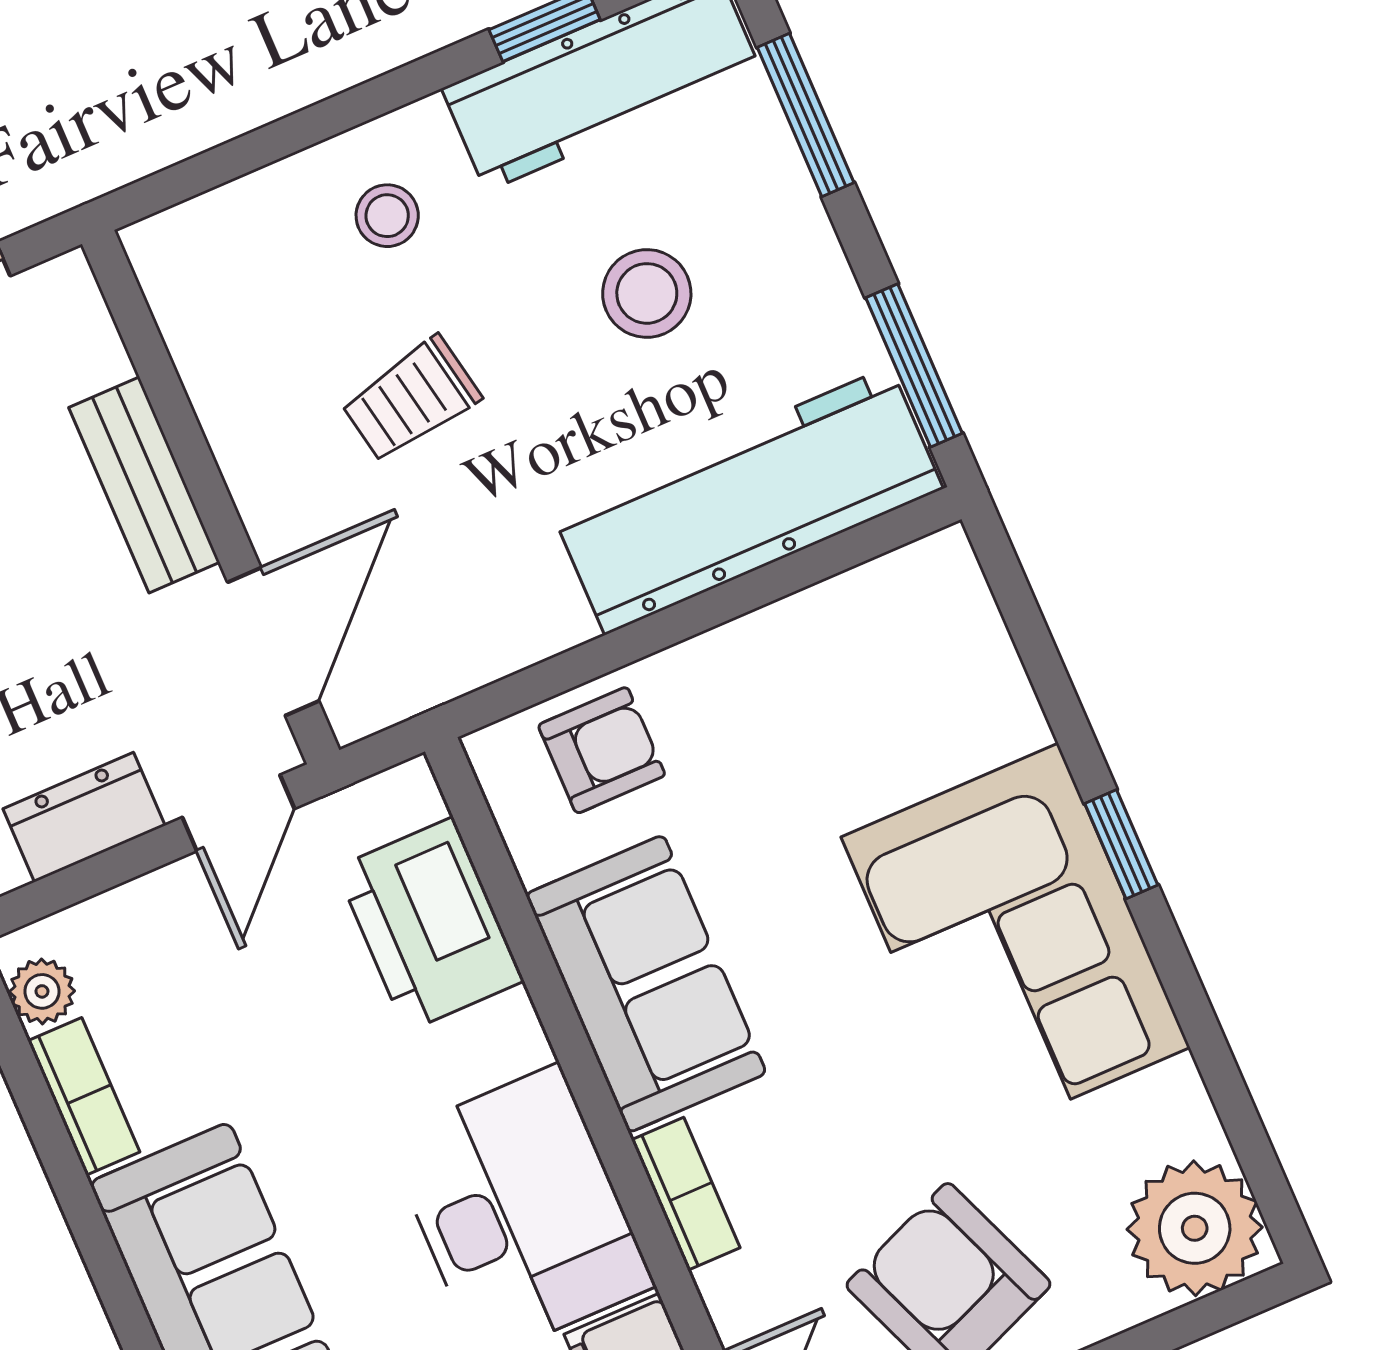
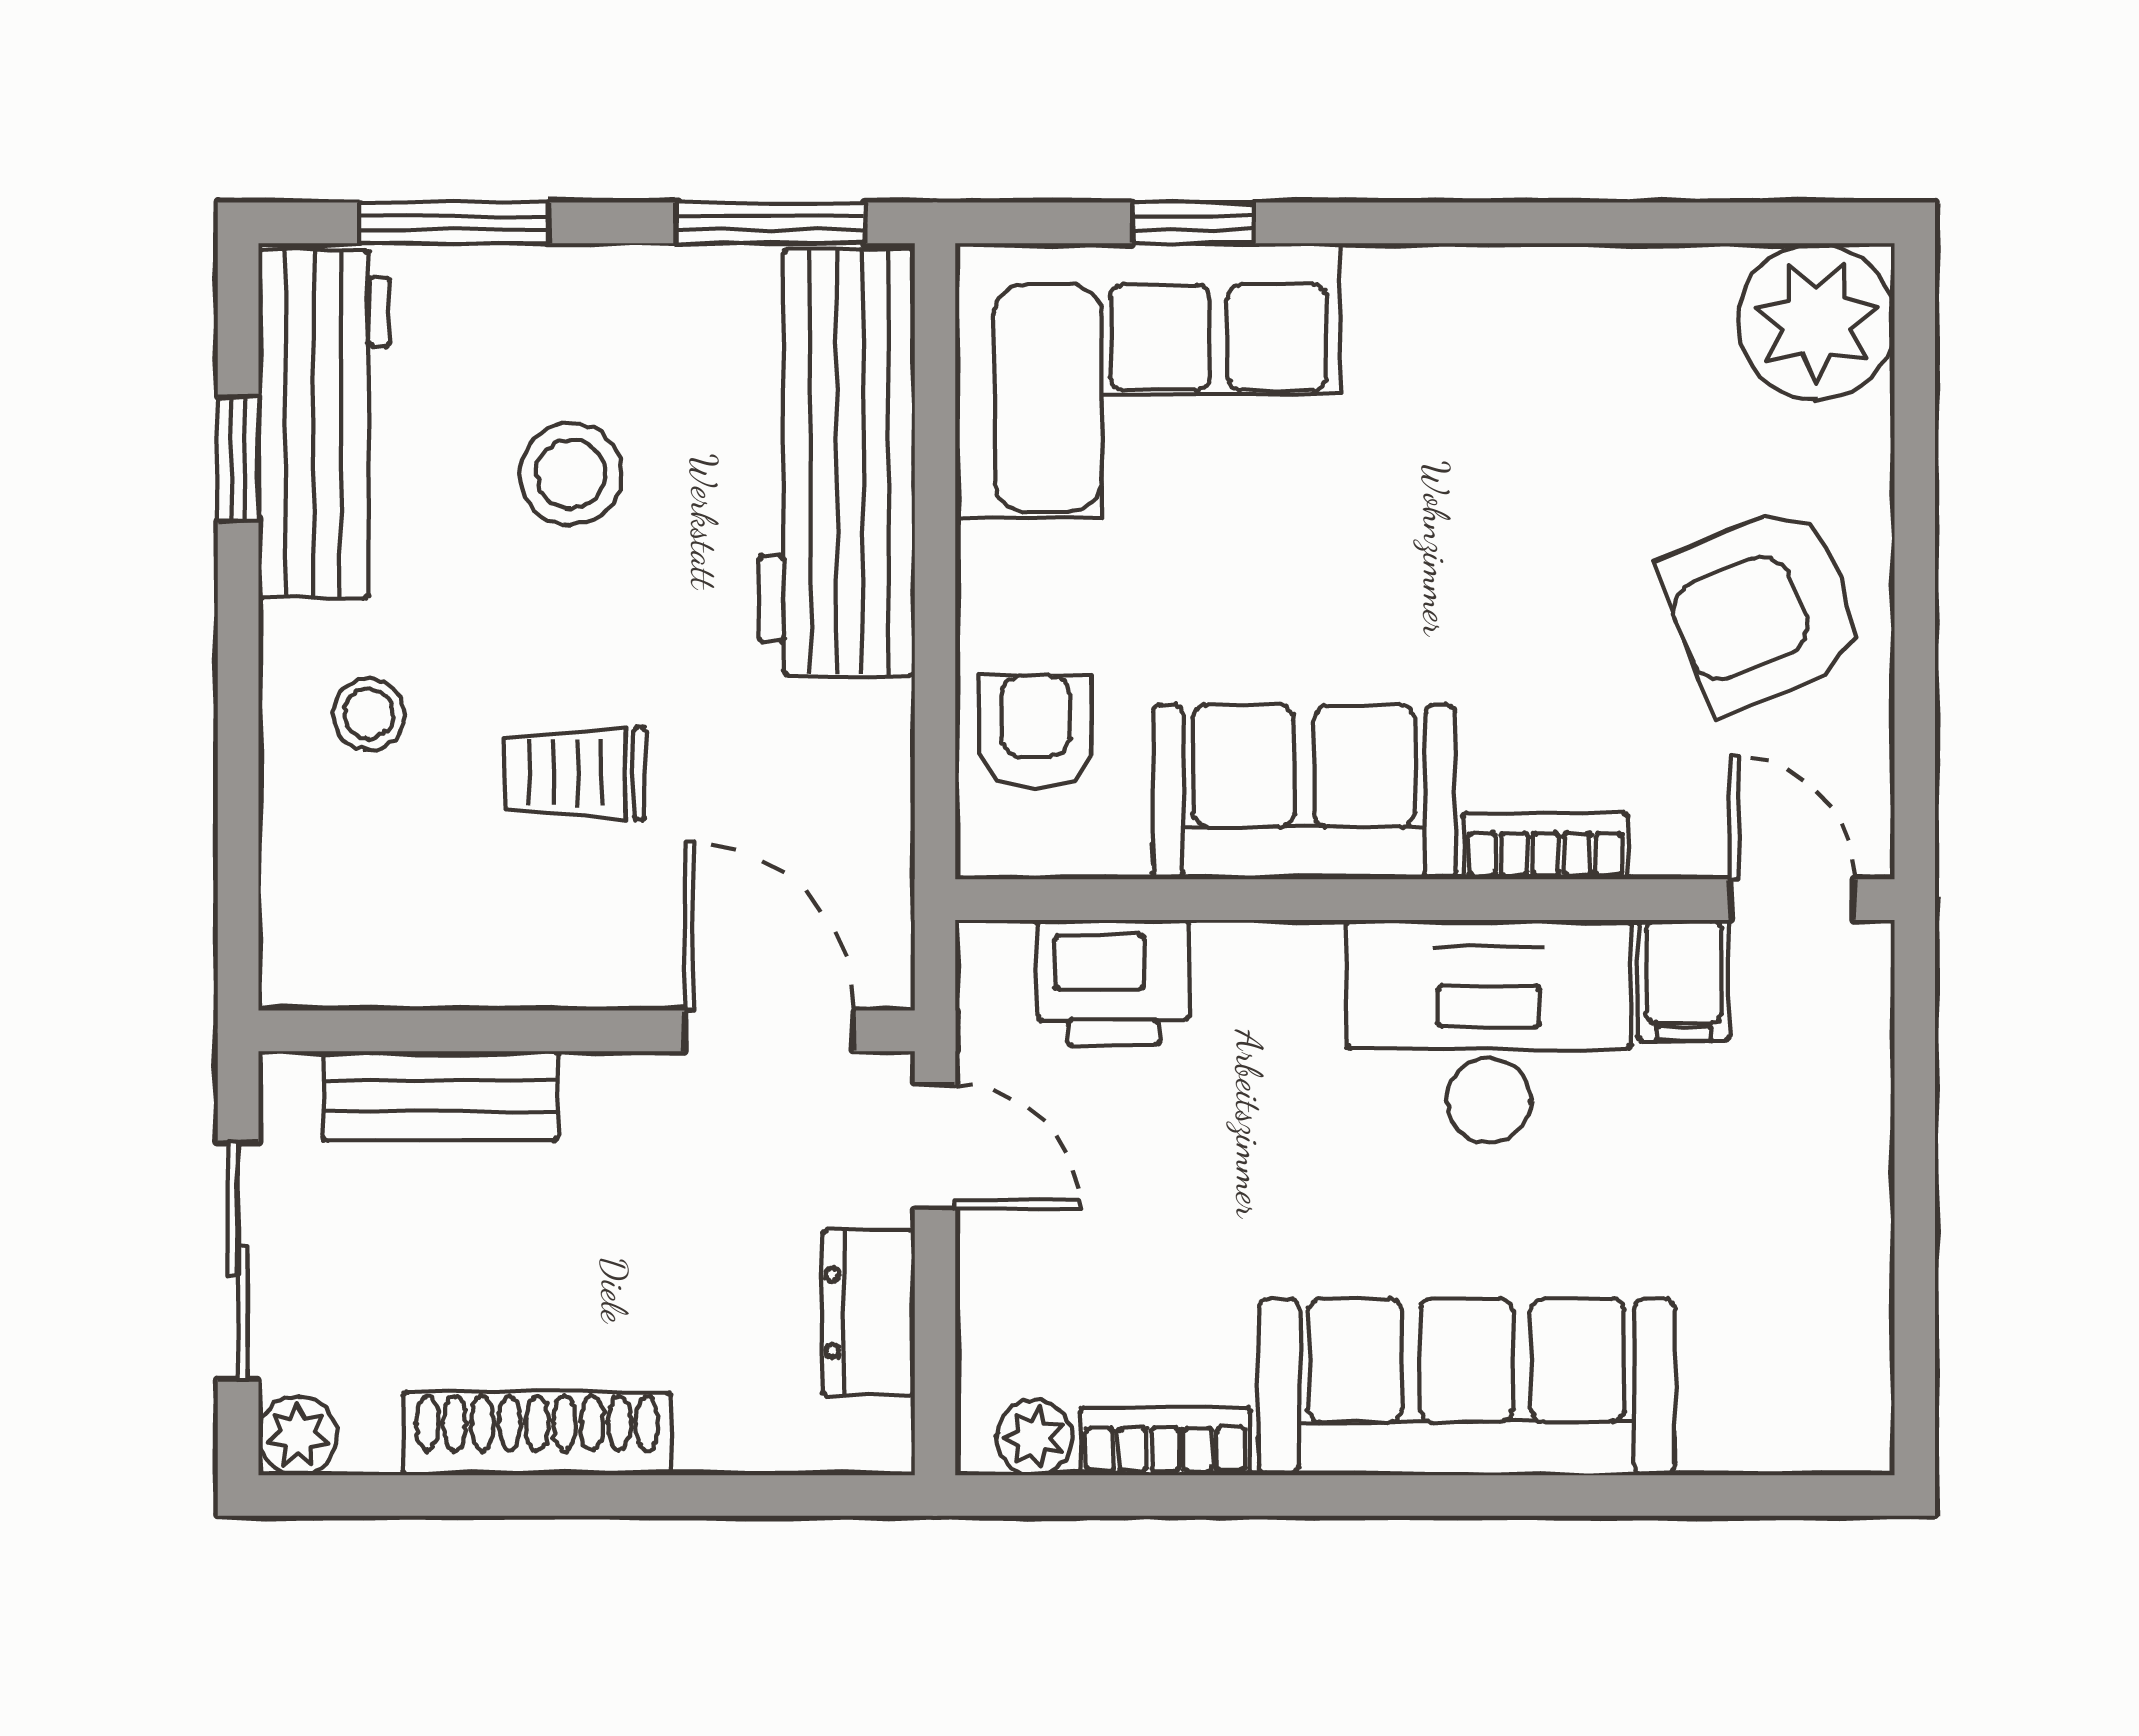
trolley: (411, 400) -> (575, 773), turned 101
bench: (144, 485) -> (441, 1096), moved
window: (1121, 844) -> (1193, 223), moved
printer: (430, 924) -> (1113, 982), width x0.73, depth x0.84
corner sofa: (1016, 942) -> (1147, 380), moved

